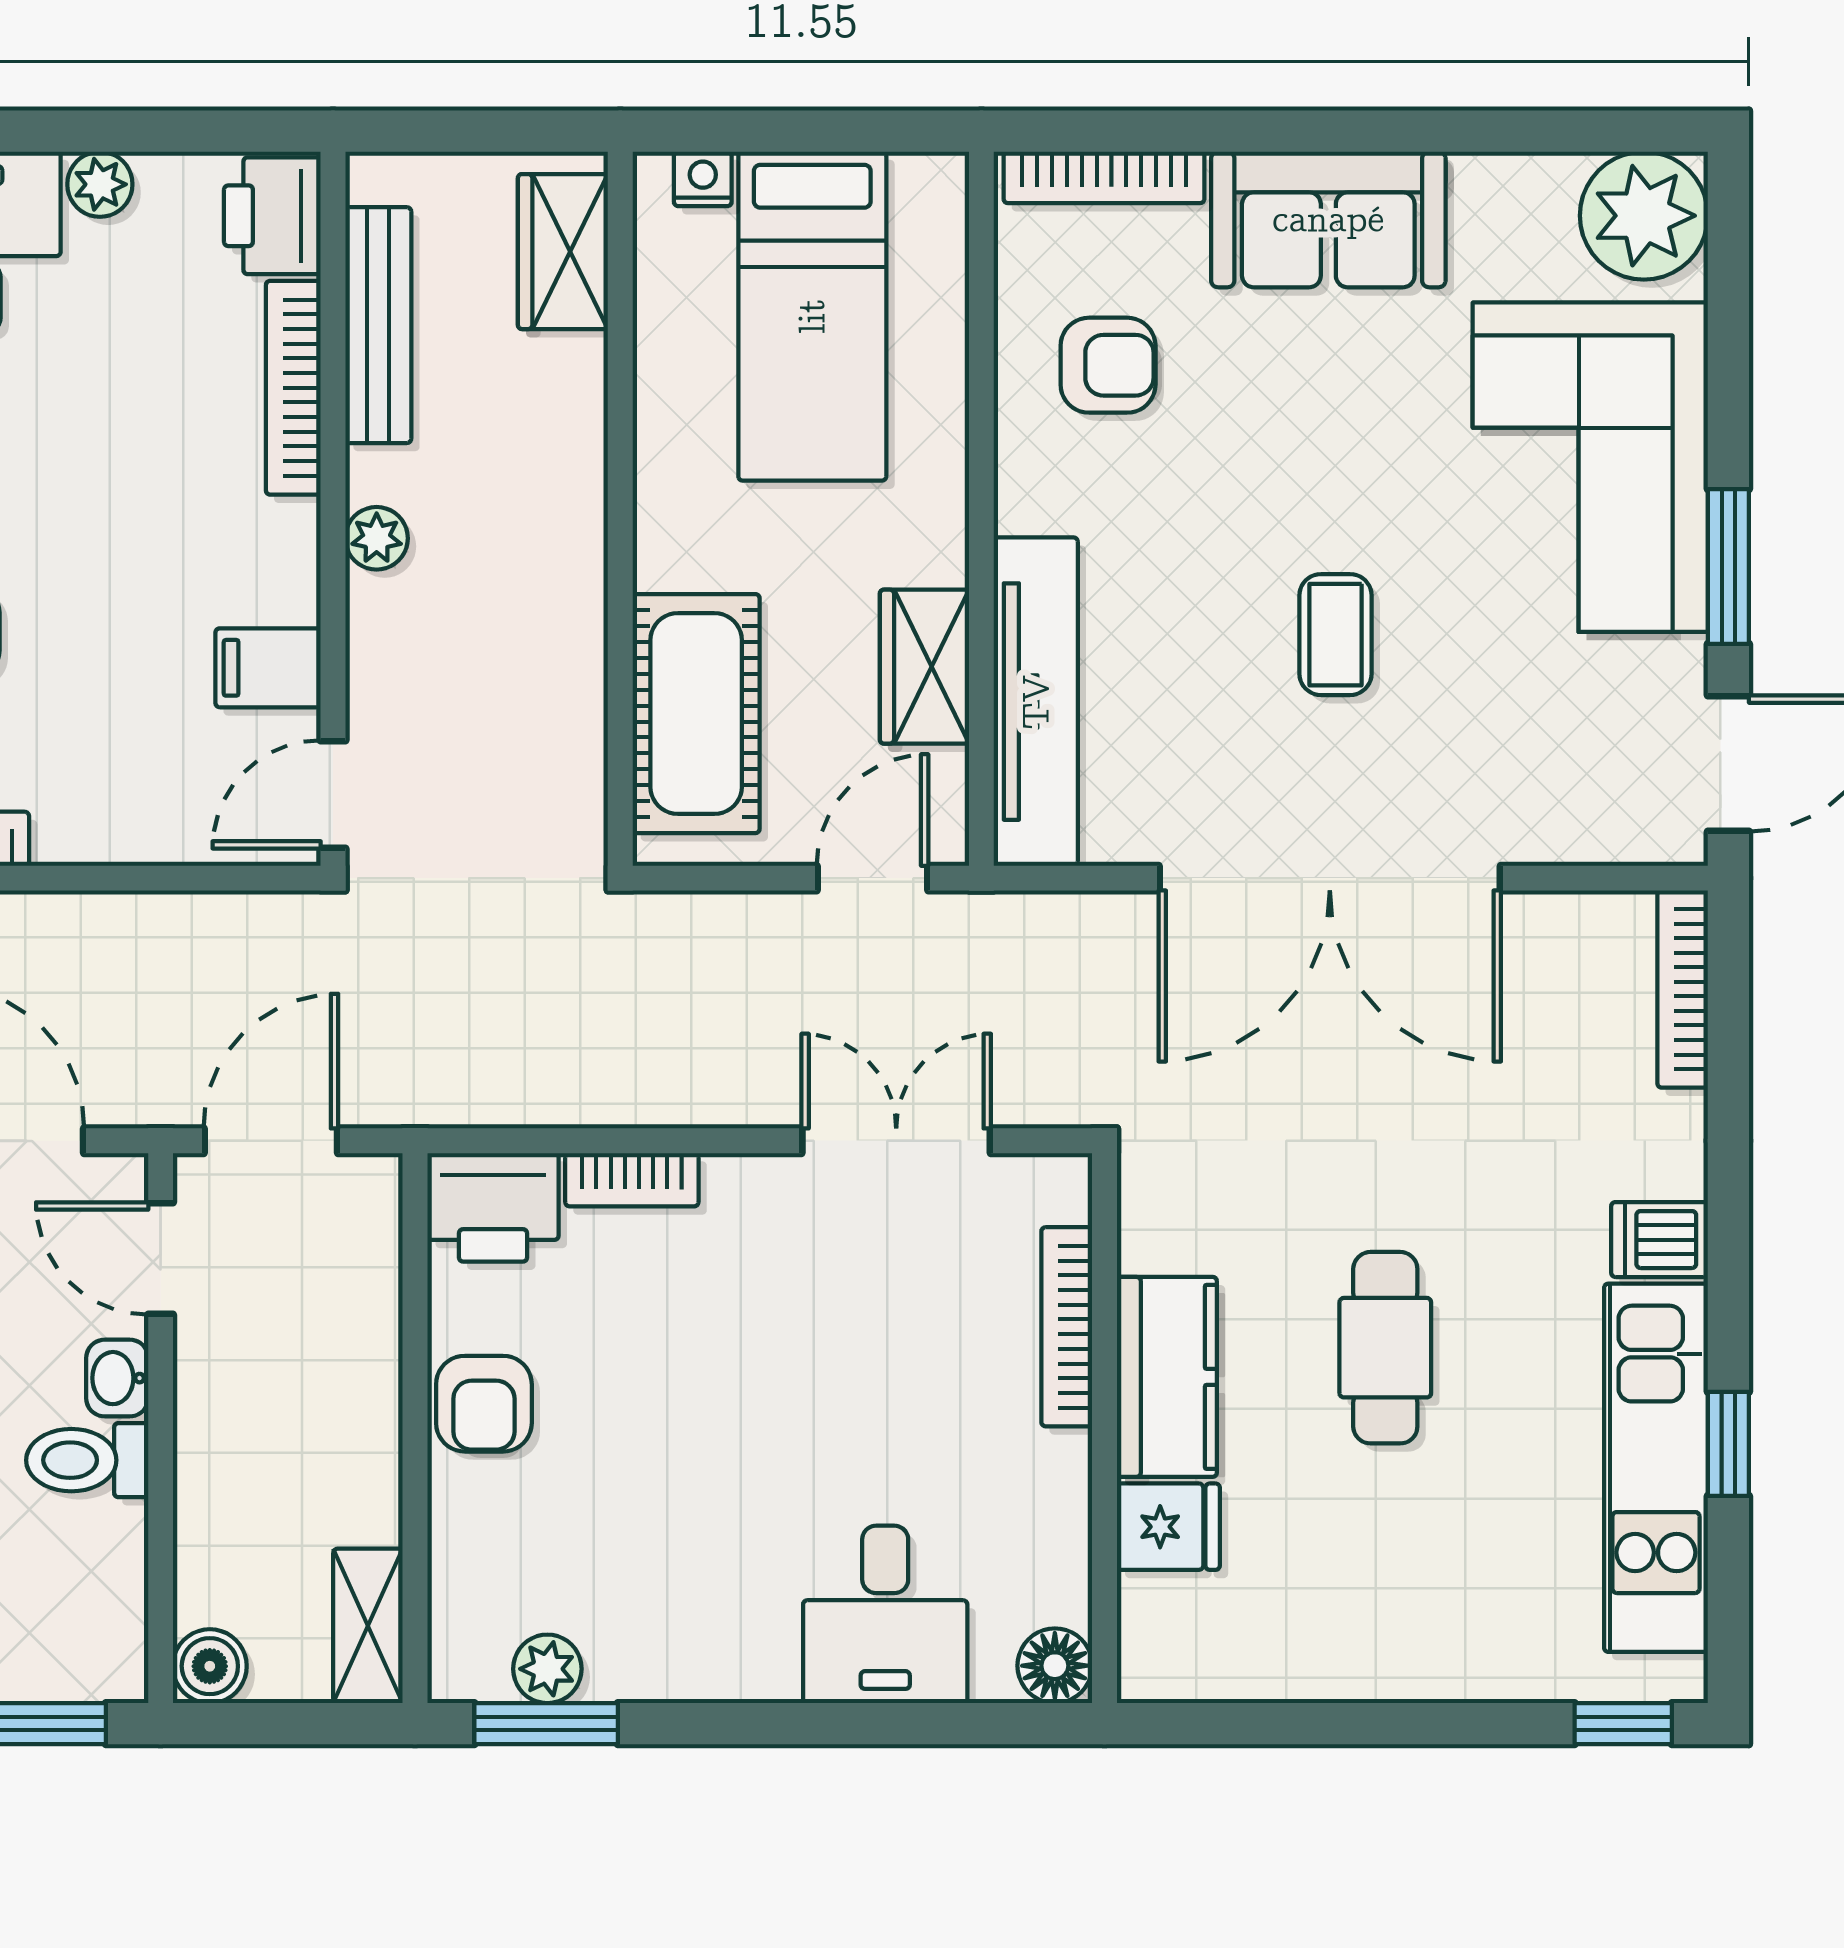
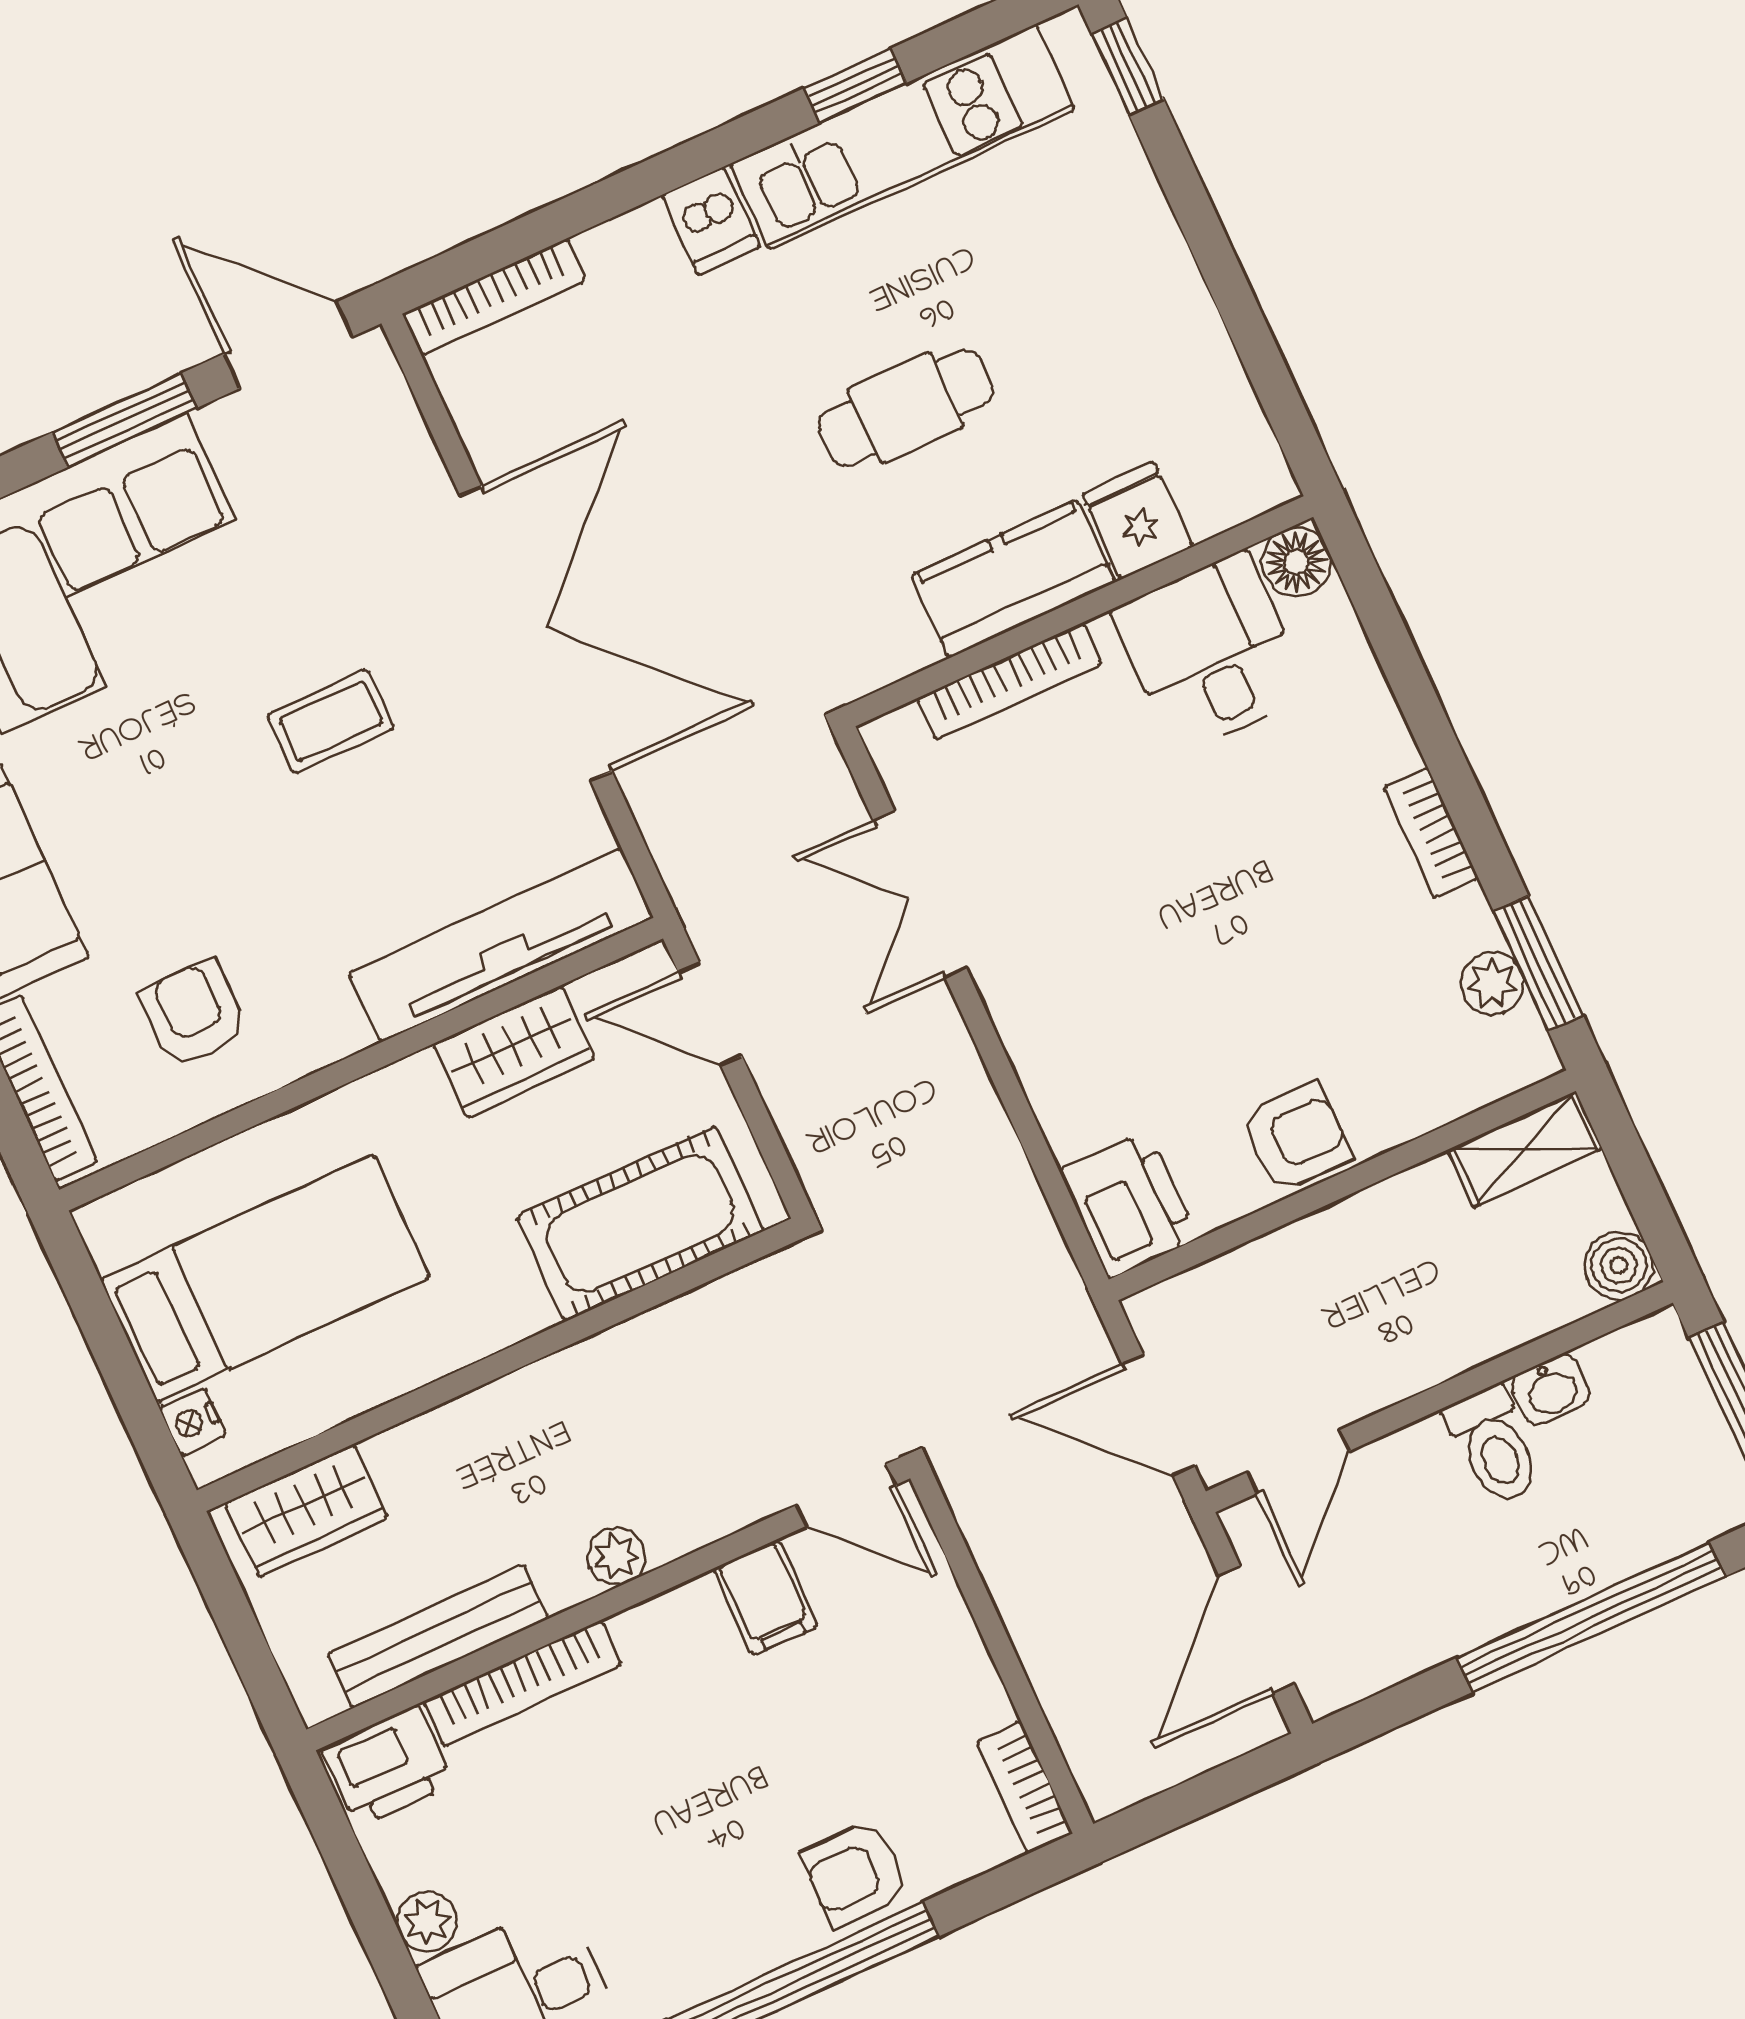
bookcase: (632, 1180) -> (1431, 832), moved, turned 180
washbasin: (117, 1378) -> (1551, 1390), moved
desk: (885, 1614) -> (1211, 653), moved, turned -90

